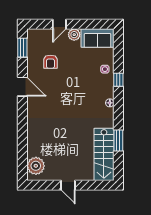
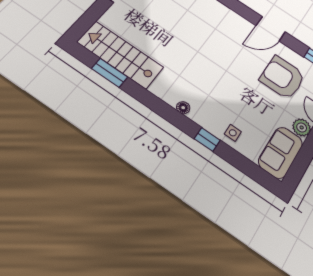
armchair: (50, 62) -> (283, 78), width x1.88, depth x1.88
window: (118, 141) -> (110, 73), moved

